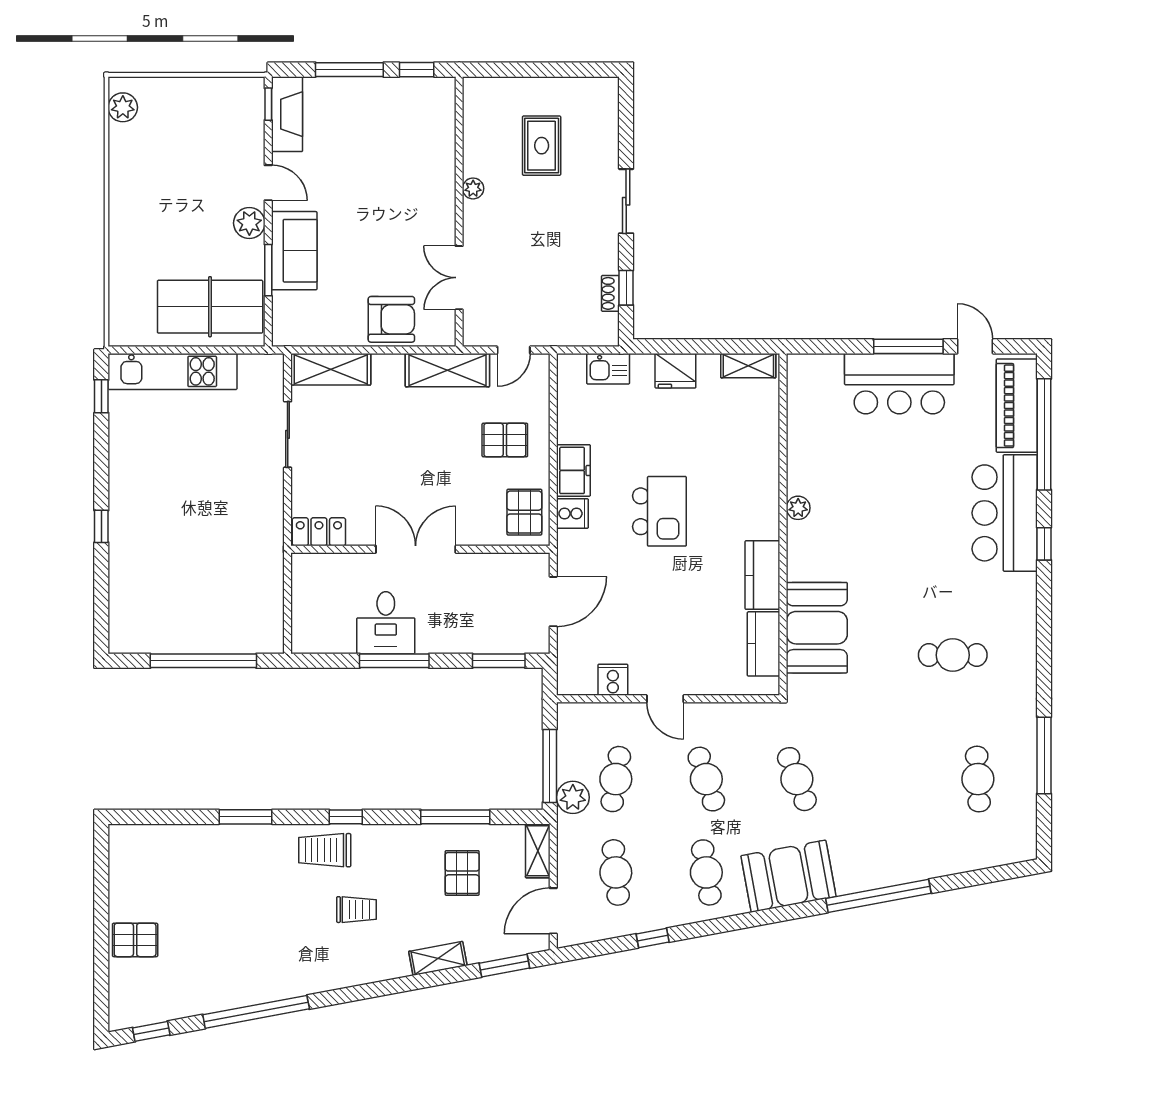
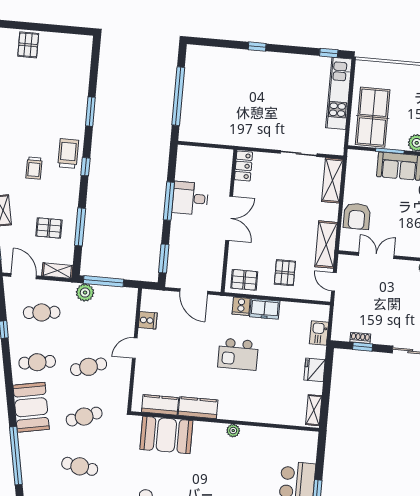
cafe table: (616, 779) -> (80, 466), moved

